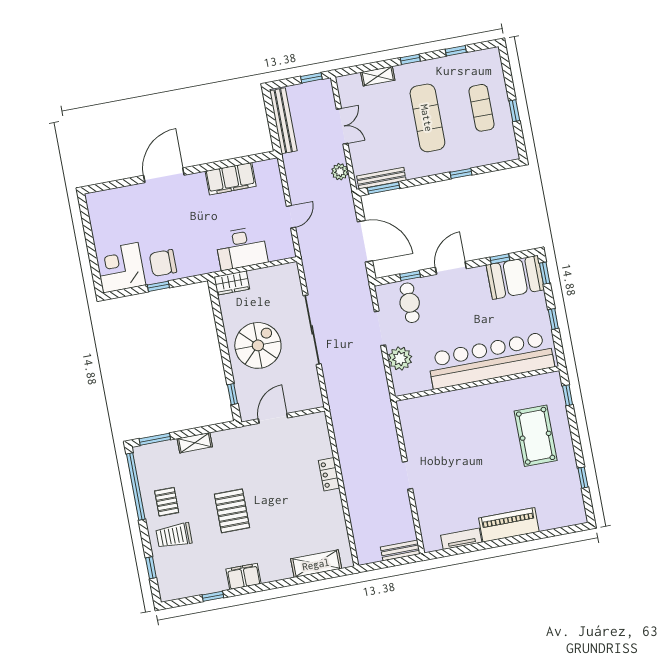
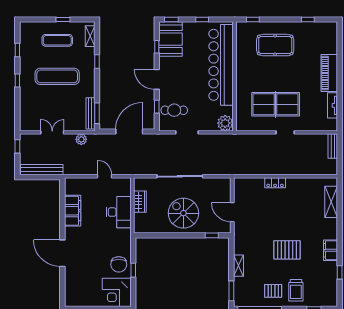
shelving: (378, 76) -> (90, 36), moved
wardrobe: (232, 283) -> (140, 202), moved
plant: (400, 359) -> (225, 123), moved
table tennis table: (447, 453) -> (276, 104), added

